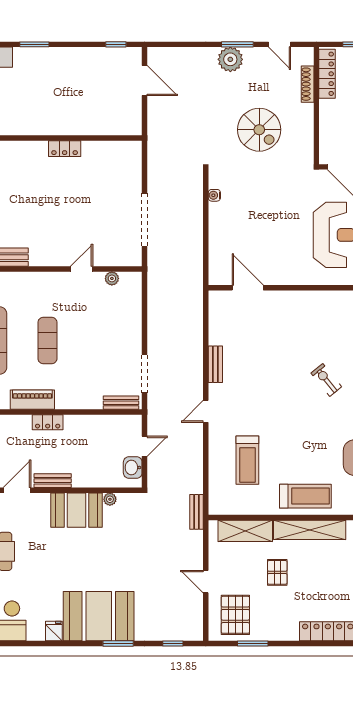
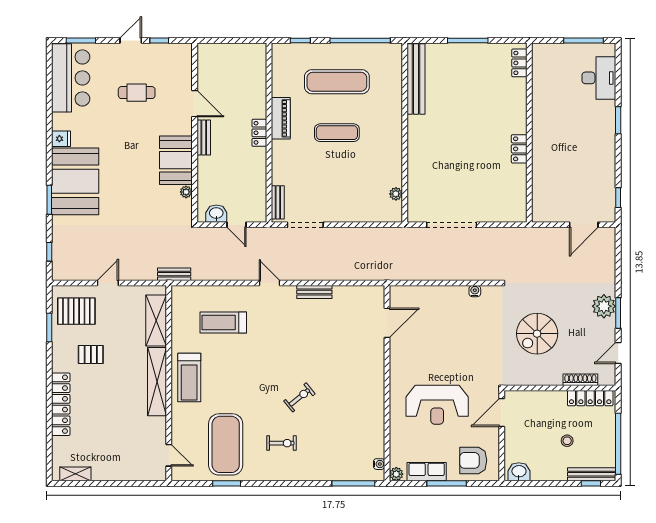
door: (82, 269) -> (405, 165), removed
pallet: (277, 572) -> (91, 355), moved

